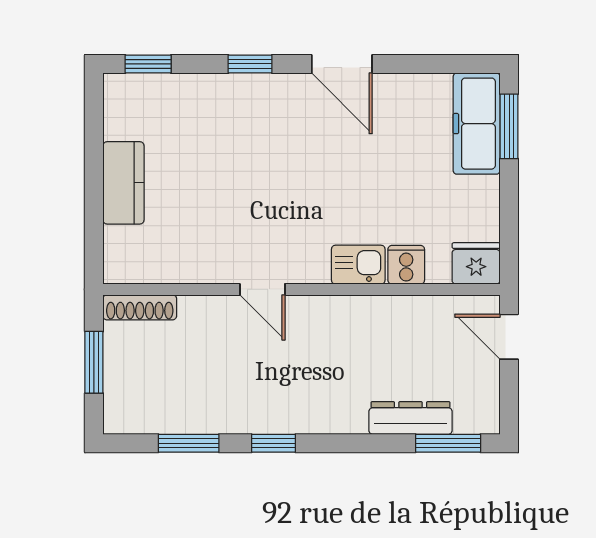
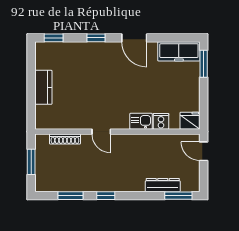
freezer: (477, 124) -> (179, 51), moved, turned -90
shoe rack: (140, 307) -> (65, 139), moved

